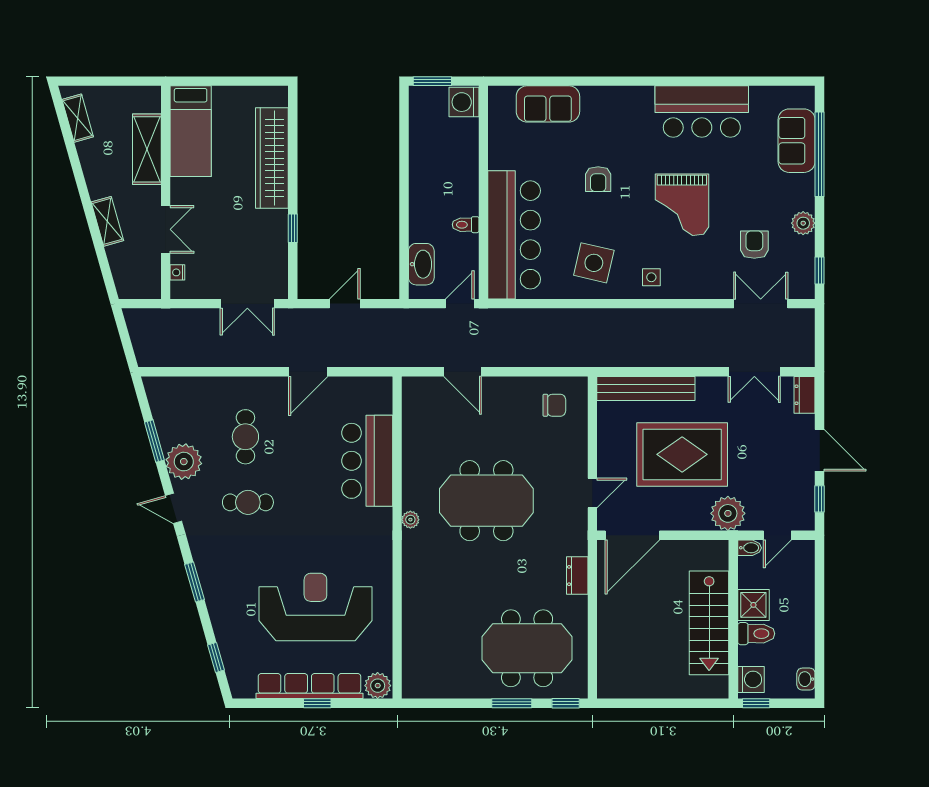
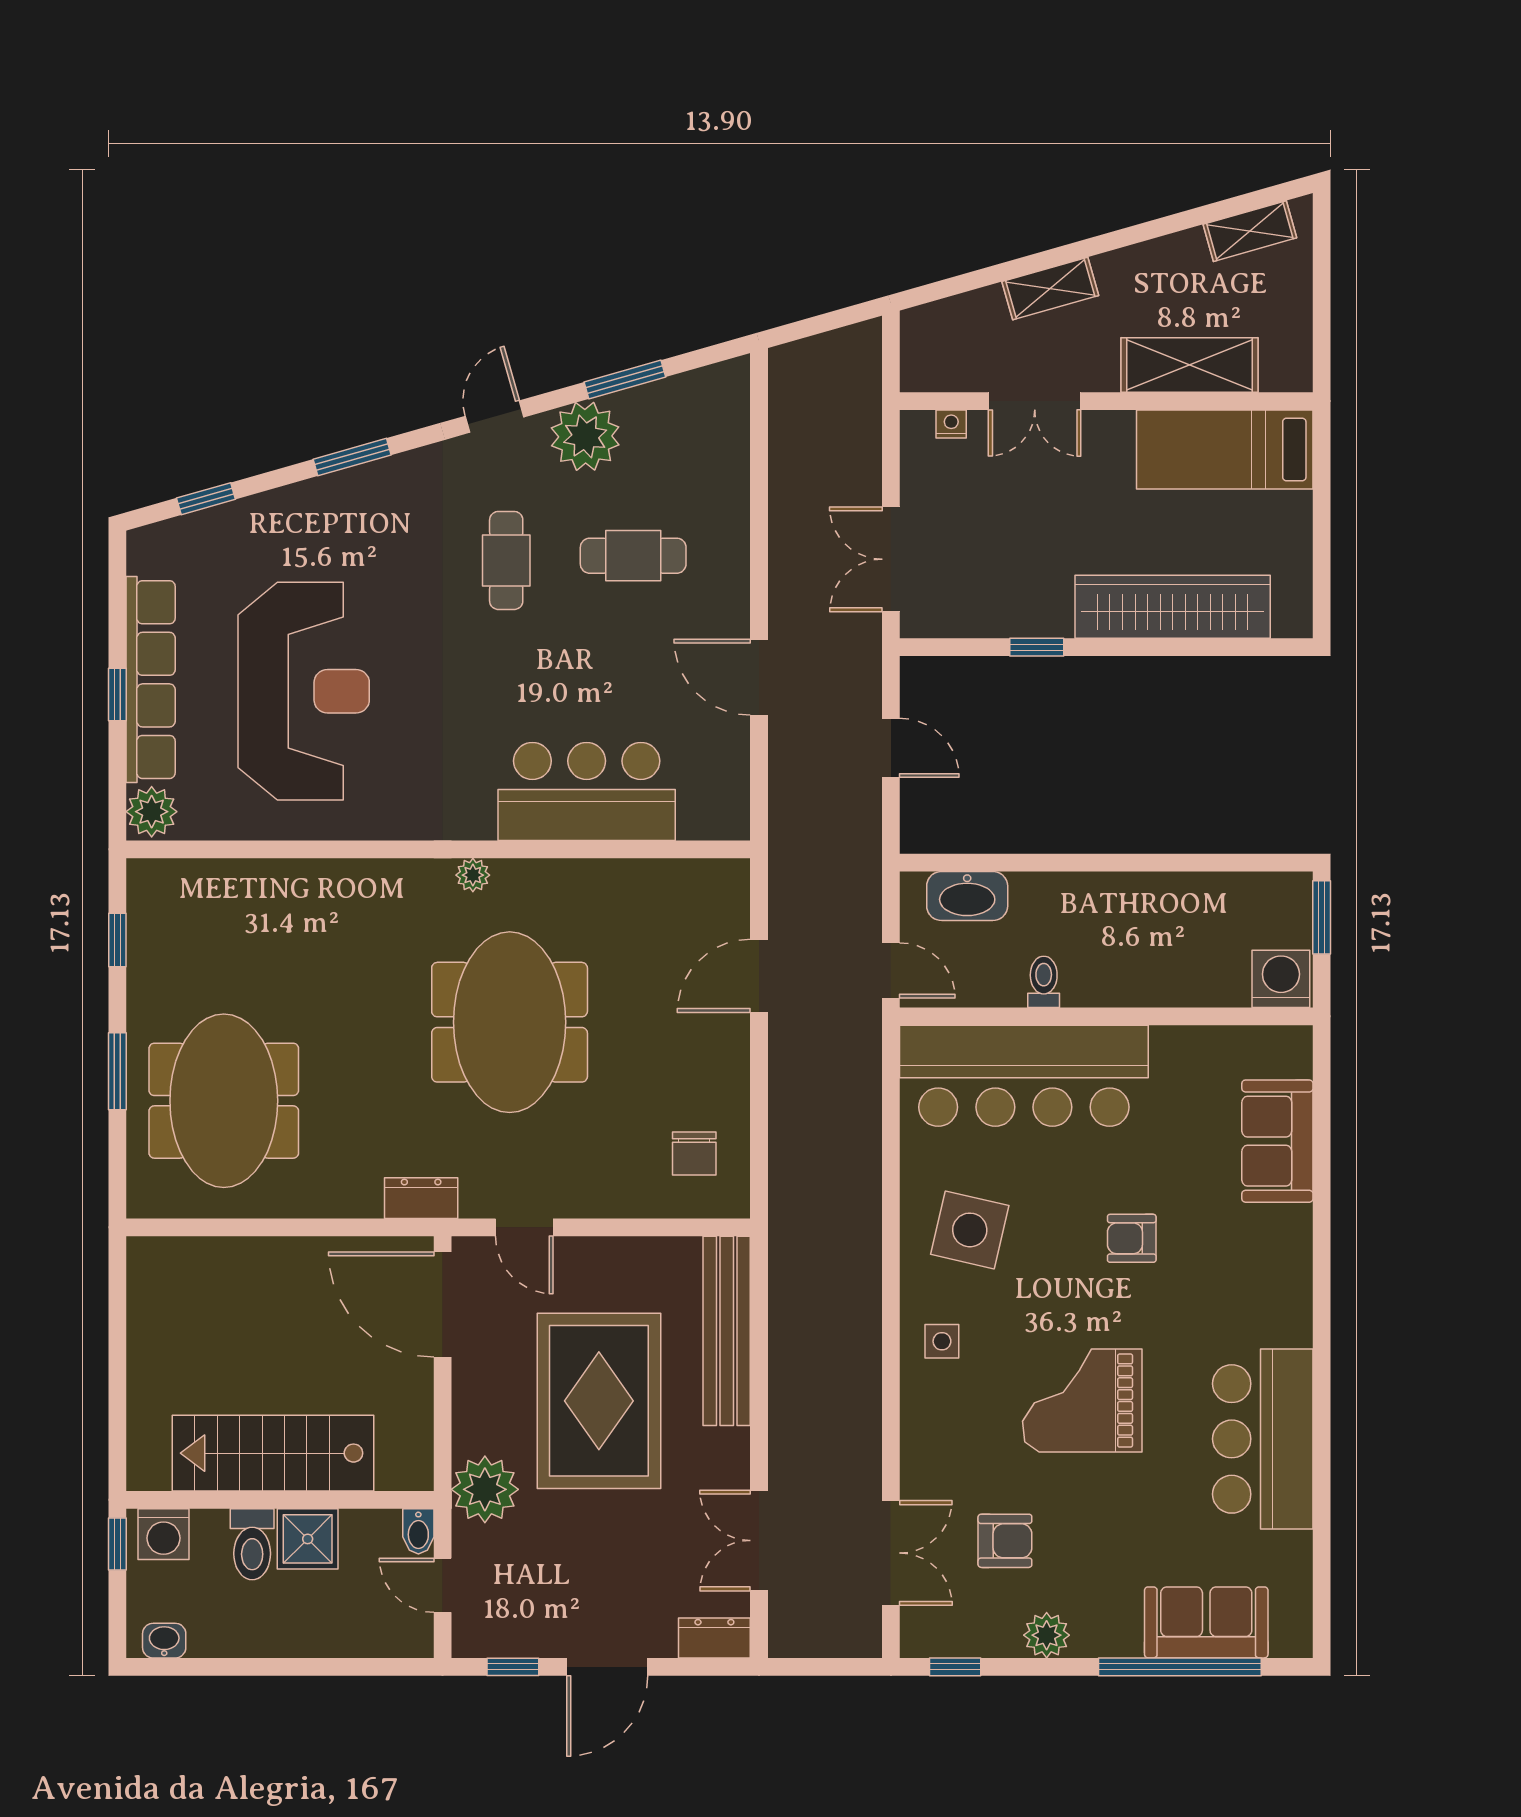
dresser: (577, 576) -> (421, 1198), moved
window: (566, 703) -> (117, 940), moved

